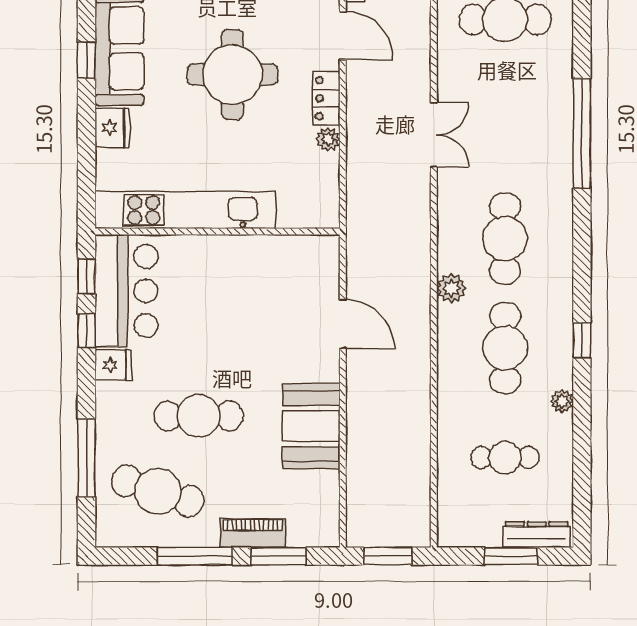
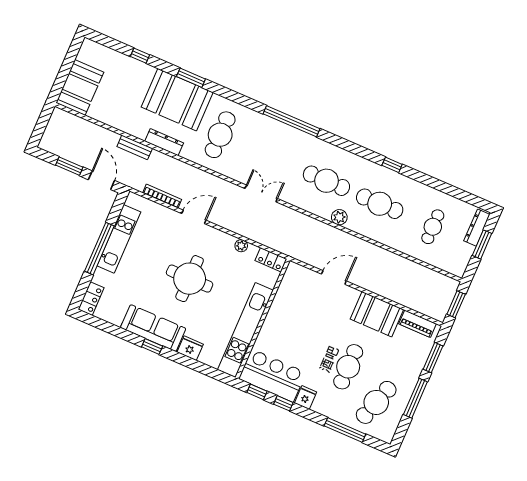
locker: (326, 98) -> (271, 260), moved
plant: (562, 401) -> (417, 187), removed
piano: (253, 533) -> (418, 324), moved, turned -90

